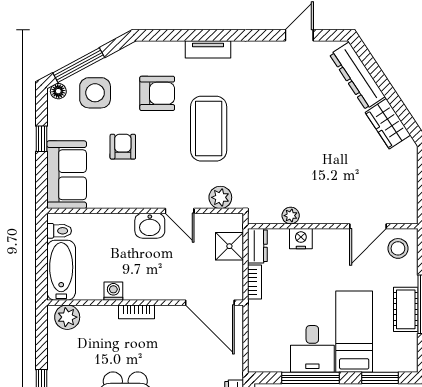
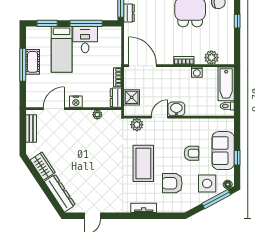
armchair: (123, 147) -> (192, 153), turned -90
sofa: (67, 175) -> (223, 151), moved
bench: (408, 191) -> (31, 128), added
door: (180, 211) -> (160, 117), hinge flipped
nightstand: (301, 239) -> (76, 102), moved
stool: (398, 248) -> (37, 96), removed
plant: (67, 317) -> (211, 58), moved

